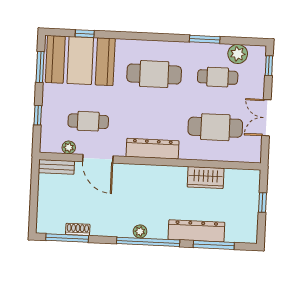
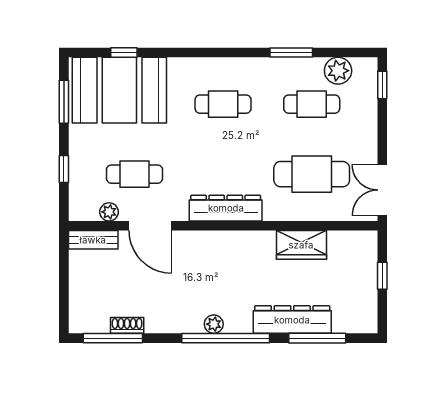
cafe table: (154, 74) -> (223, 104), width x0.73, depth x0.74
double door: (266, 118) -> (382, 190), moved

